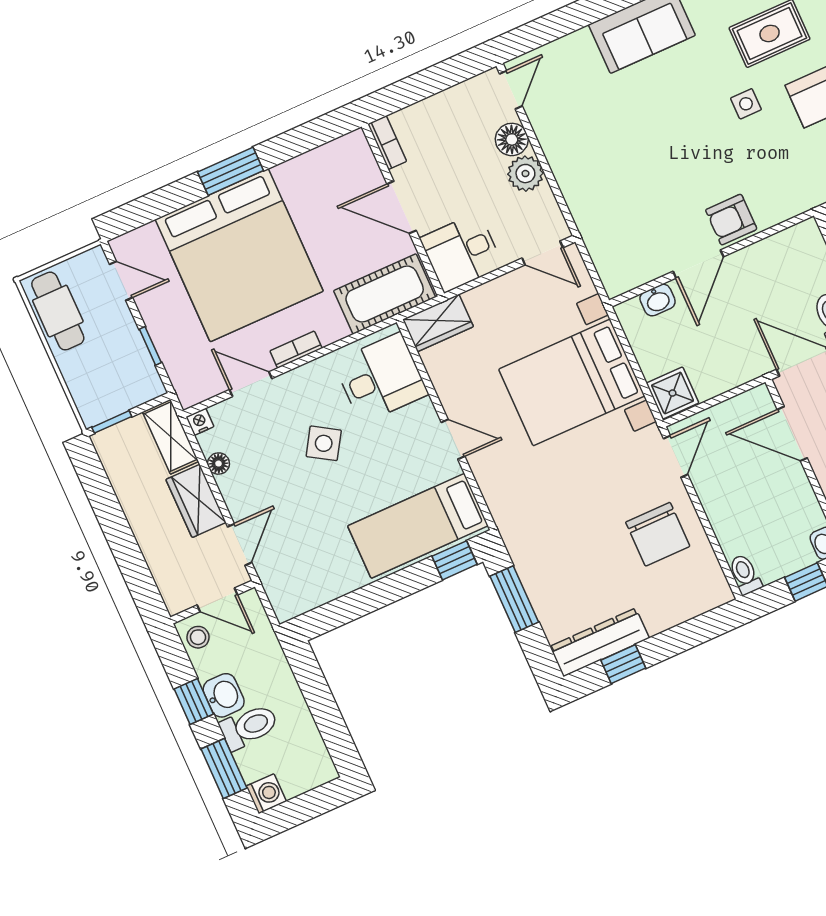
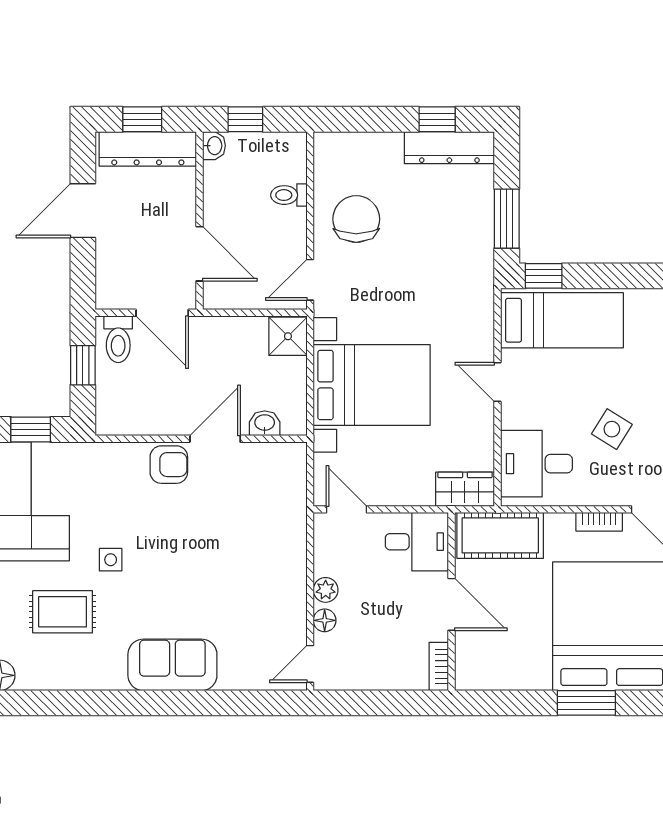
floor lamp: (512, 139) -> (325, 620), width x0.73, depth x0.73
plant: (525, 174) -> (326, 590), width x0.73, depth x0.73
toilet: (745, 574) -> (289, 195), moved, turned 90

